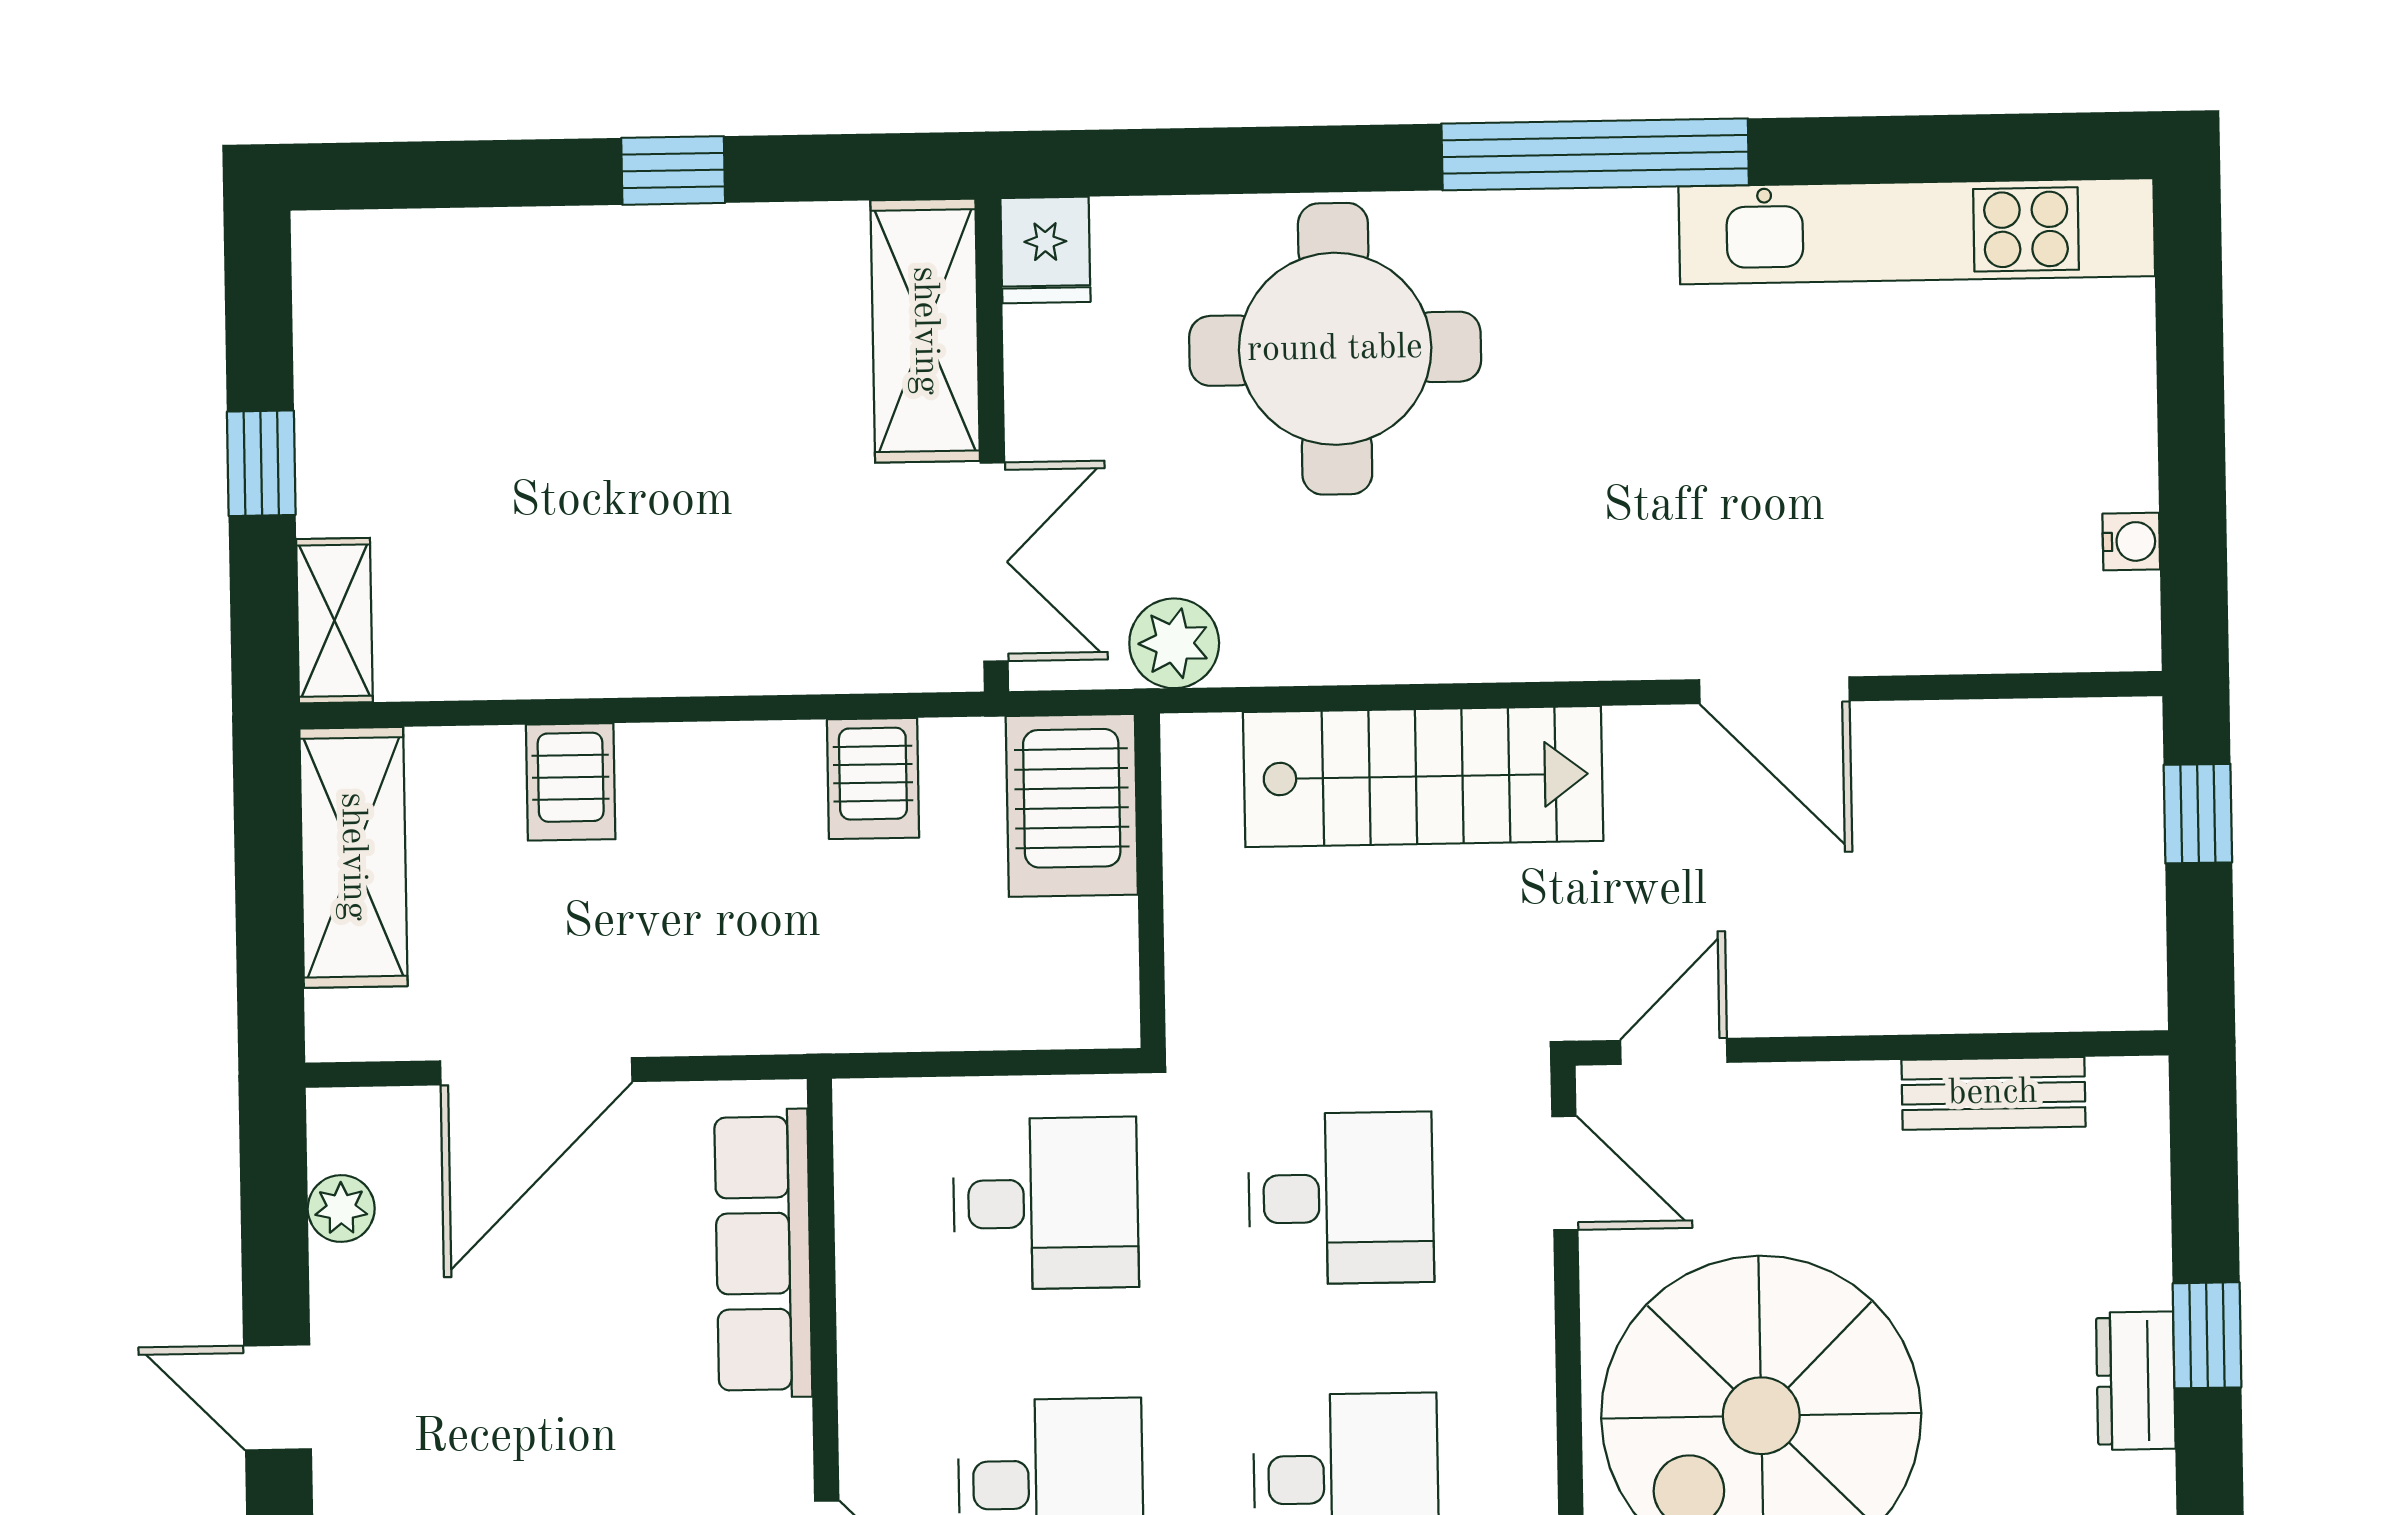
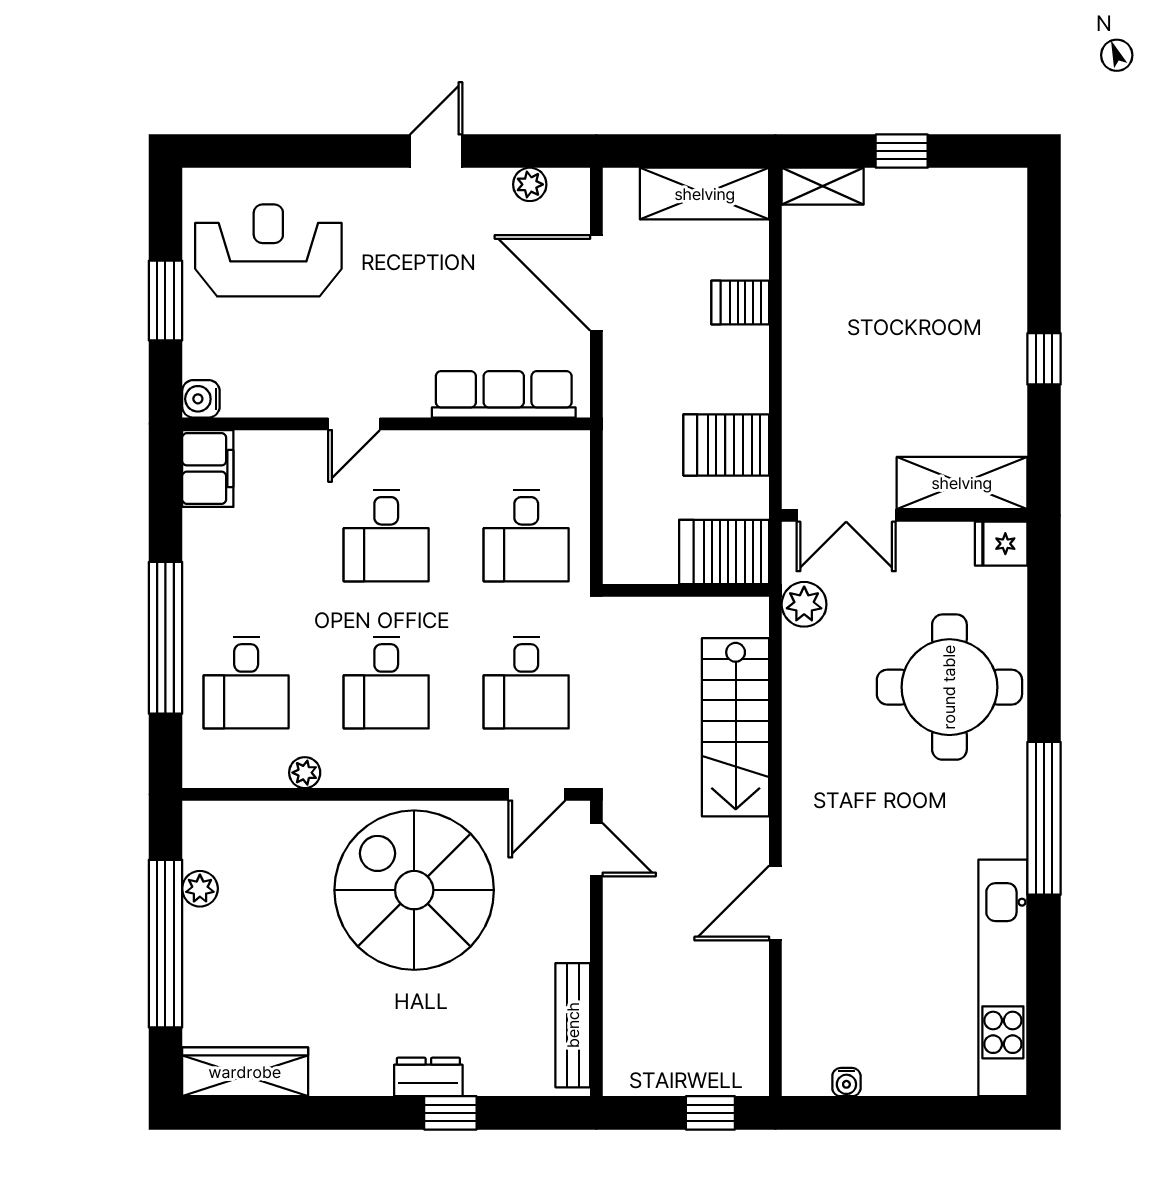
server rack: (873, 778) -> (726, 445), width x1.36, depth x1.44
bench: (1993, 1093) -> (573, 1025), width x1.36

